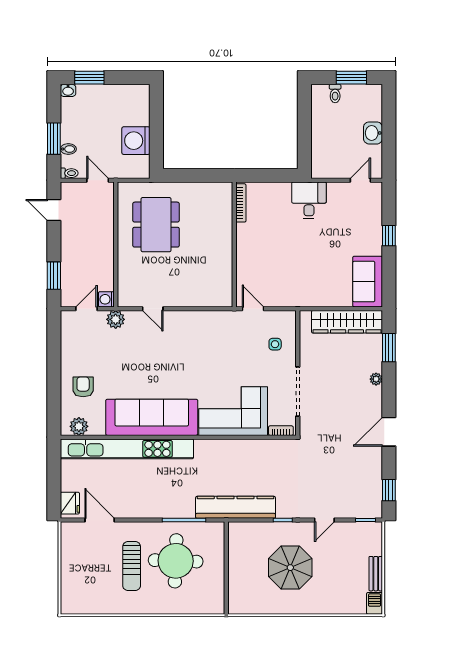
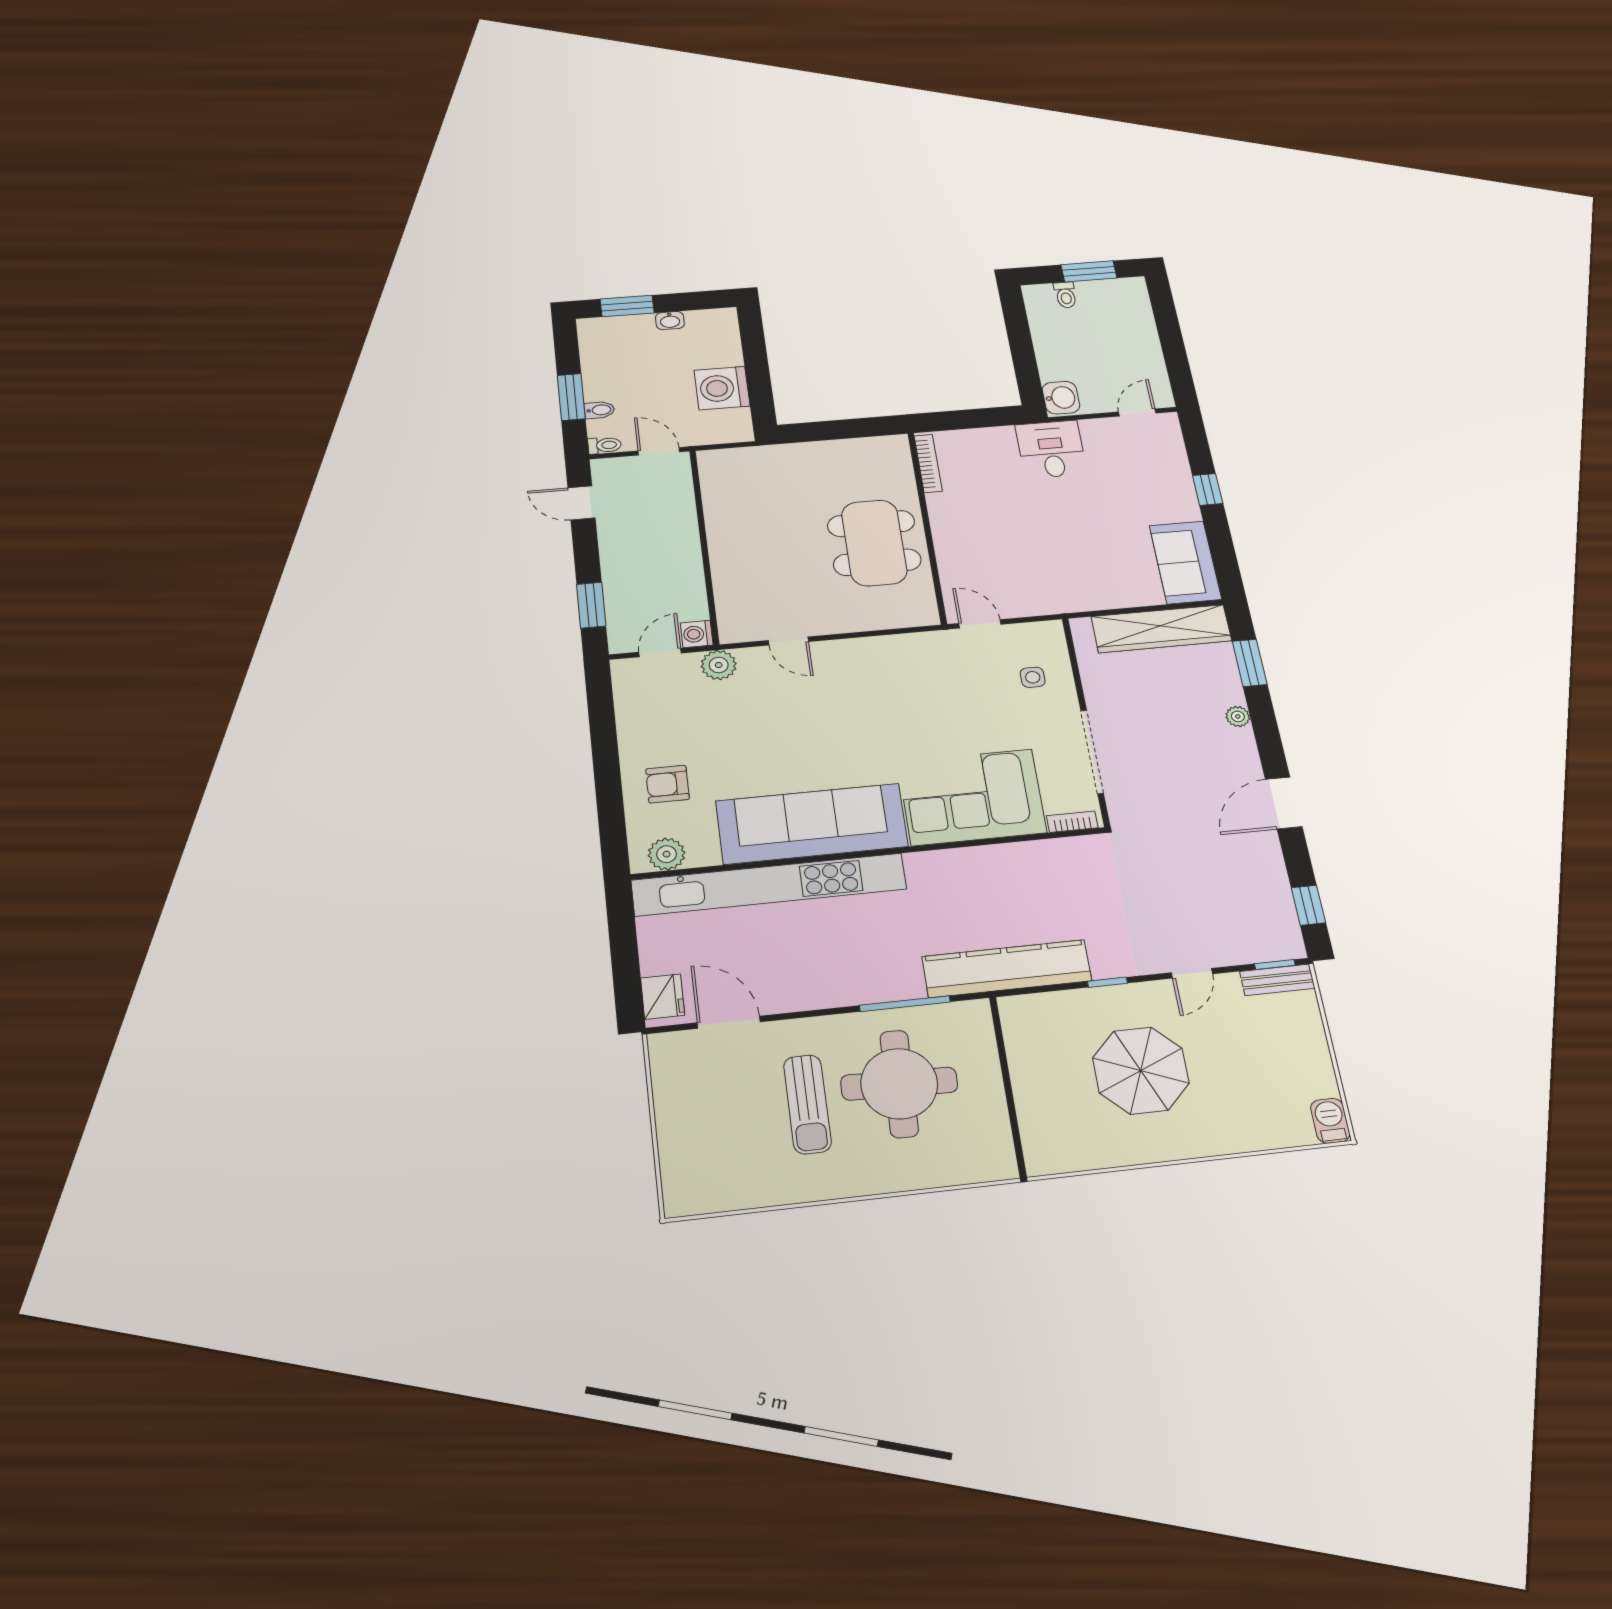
washbasin: (68, 90) -> (670, 321), moved
washbasin: (373, 133) -> (1061, 398), moved, turned 180
dining table: (156, 225) -> (874, 543), moved
armchair: (83, 387) -> (667, 784), turned -90
bench: (376, 574) -> (1277, 980), moved, turned 90

